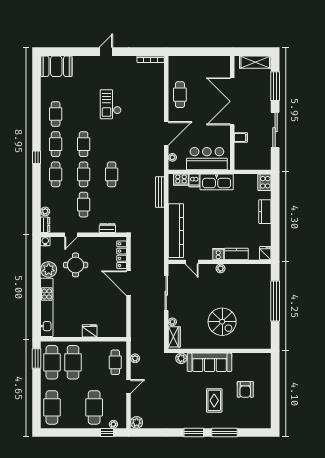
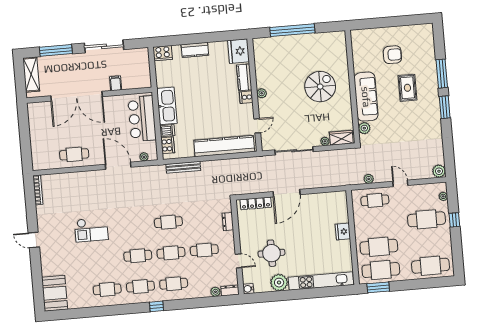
fridge: (265, 253) -> (239, 51), width x1.88, depth x1.34
rug: (214, 400) -> (407, 88), turned 90
window: (107, 432) -> (454, 220), moved

